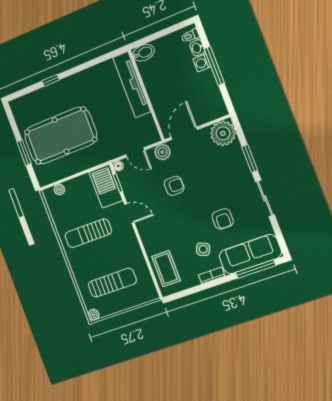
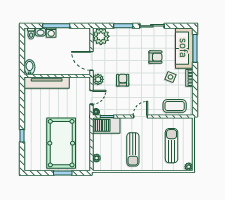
door: (129, 213) -> (140, 116), moved

